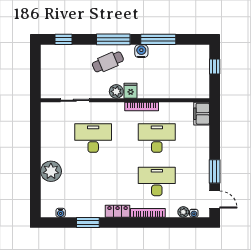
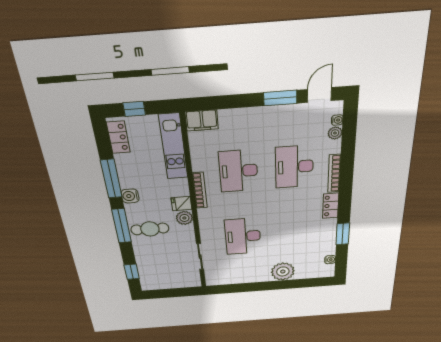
locker: (193, 51) -> (118, 137), added
cafe table: (108, 62) -> (150, 229), turned -67
kitchen unit: (182, 91) -> (173, 147), added

